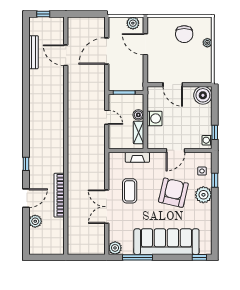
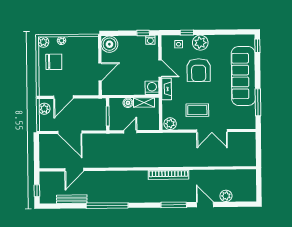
plant: (206, 23) -> (43, 42), added
window: (26, 91) -> (107, 206), added
washing machine: (154, 118) -> (152, 88), moved
fireplace: (137, 157) -> (167, 89), moved
window: (26, 164) -> (174, 205), width x2.17
armchair: (173, 193) -> (199, 70), turned -103
bookcase: (59, 195) -> (168, 175), moved
plant: (115, 248) -> (170, 124), moved

